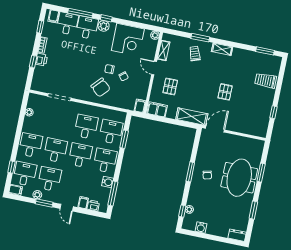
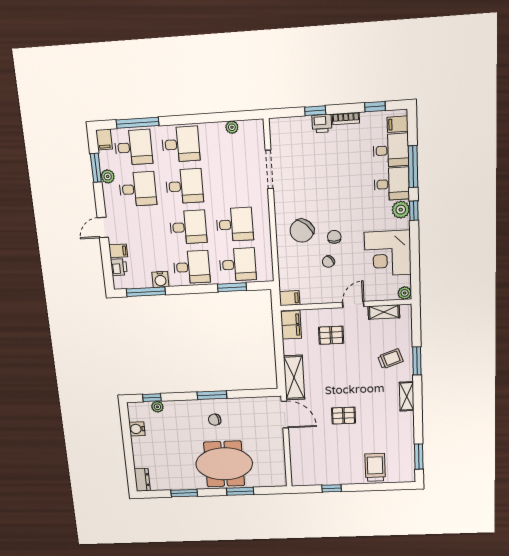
window: (11, 167) -> (137, 123), width x2.17
window: (44, 203) -> (96, 168), moved

